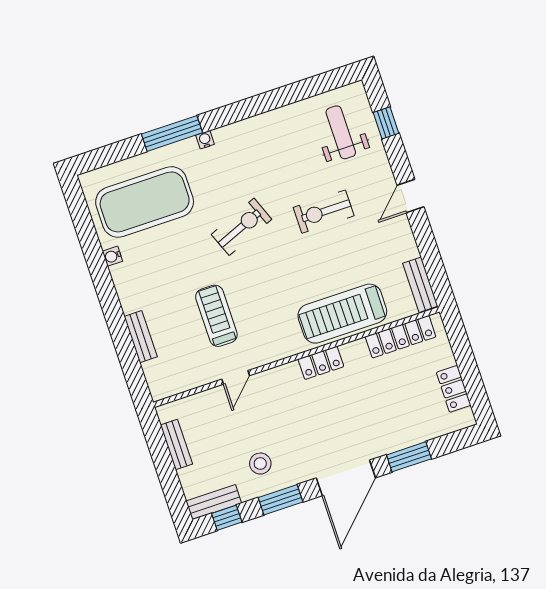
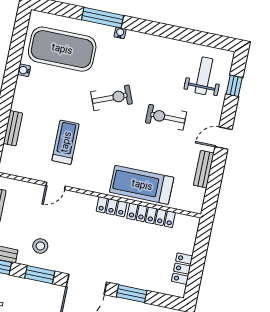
bench: (420, 285) -> (204, 169), moved
locker: (401, 337) -> (151, 215), moved

